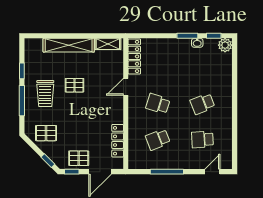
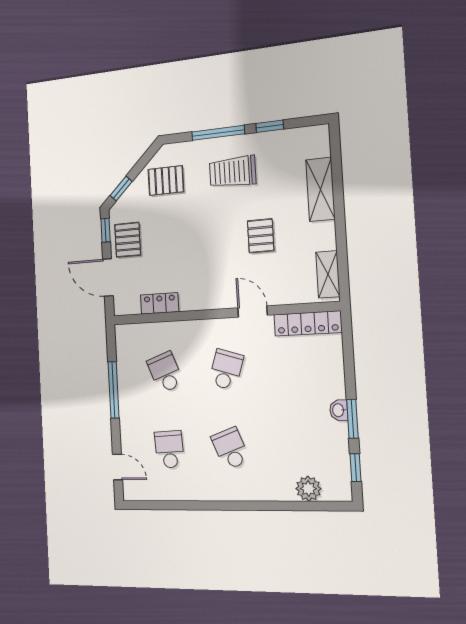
washbasin: (197, 43) -> (339, 410), moved
shelving: (69, 45) -> (320, 189), width x0.68
plant: (225, 45) -> (308, 489), moved
pallet: (75, 85) -> (261, 236), moved
pallet: (46, 133) -> (166, 181), turned 90
locker: (118, 141) -> (160, 303), width x0.66

